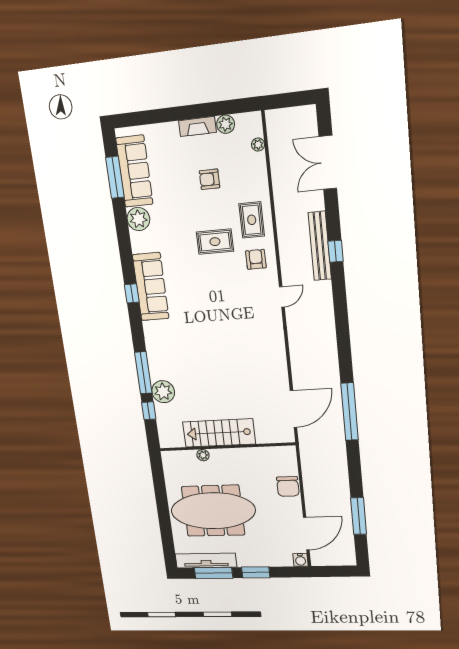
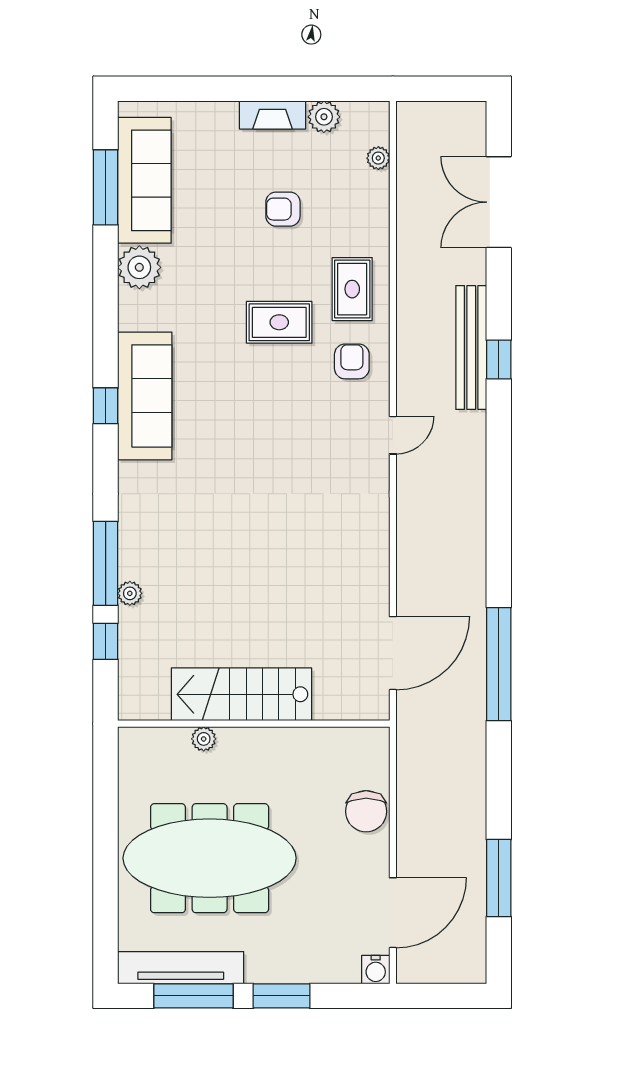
plant: (163, 392) -> (130, 593), width x0.53, depth x0.53

